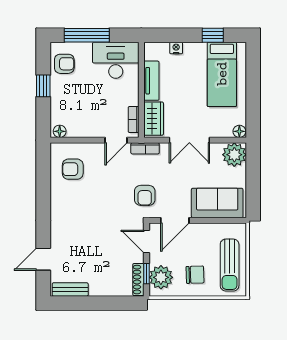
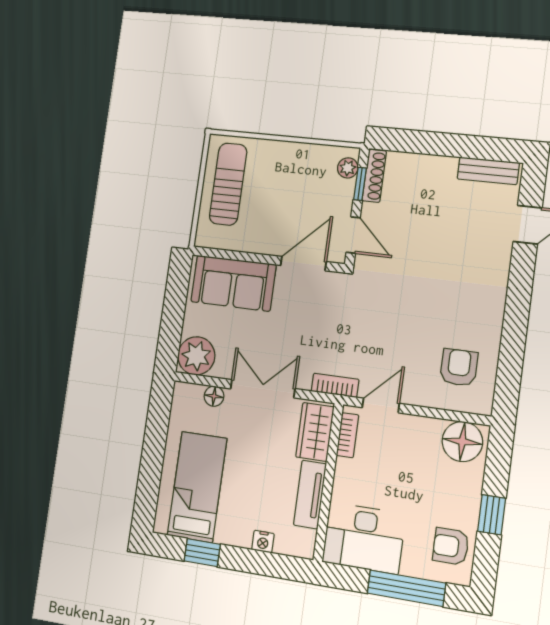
floor lamp: (60, 131) -> (462, 442), width x1.89, depth x1.89
floor lamp: (239, 131) -> (214, 396), moved
armchair: (73, 169) -> (459, 367), turned -90
armchair: (145, 195) -> (346, 309), removed
chair: (195, 275) -> (283, 175), removed
plant: (161, 277) -> (348, 168), width x0.53, depth x0.53

